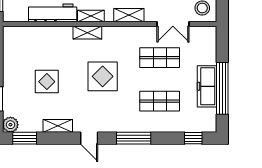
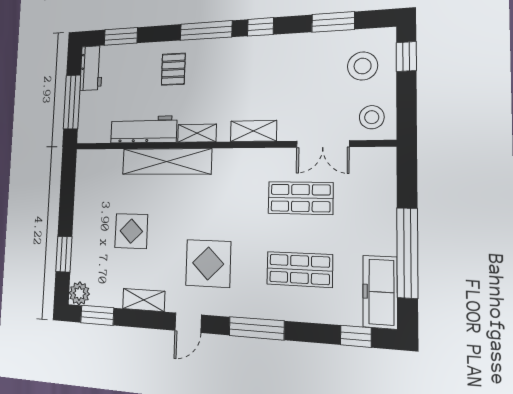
shelving: (87, 33) -> (167, 161), width x2.20, depth x1.33
display table: (103, 76) -> (208, 263), moved
freezer: (207, 86) -> (380, 292), moved
door: (89, 138) -> (188, 323), hinge flipped

